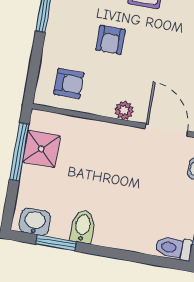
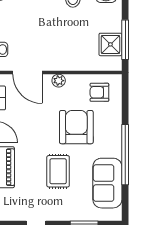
armchair: (110, 40) -> (76, 127), width x1.88, depth x1.88

